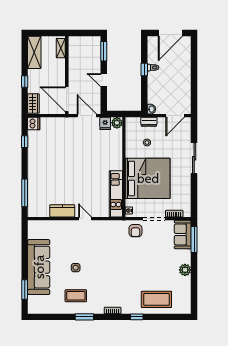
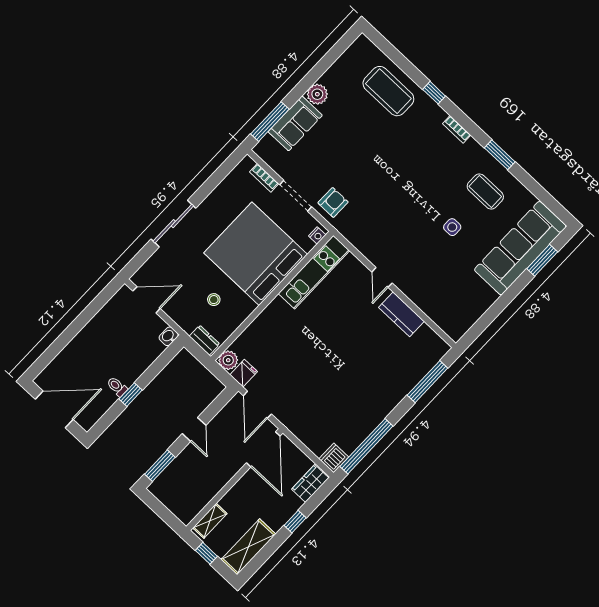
window: (49, 33) -> (206, 553), added
dresser: (149, 122) -> (204, 340), moved
window: (25, 142) -> (366, 446), width x3.17
sofa: (183, 234) -> (295, 123), moved
sofa: (39, 267) -> (520, 248), moved

